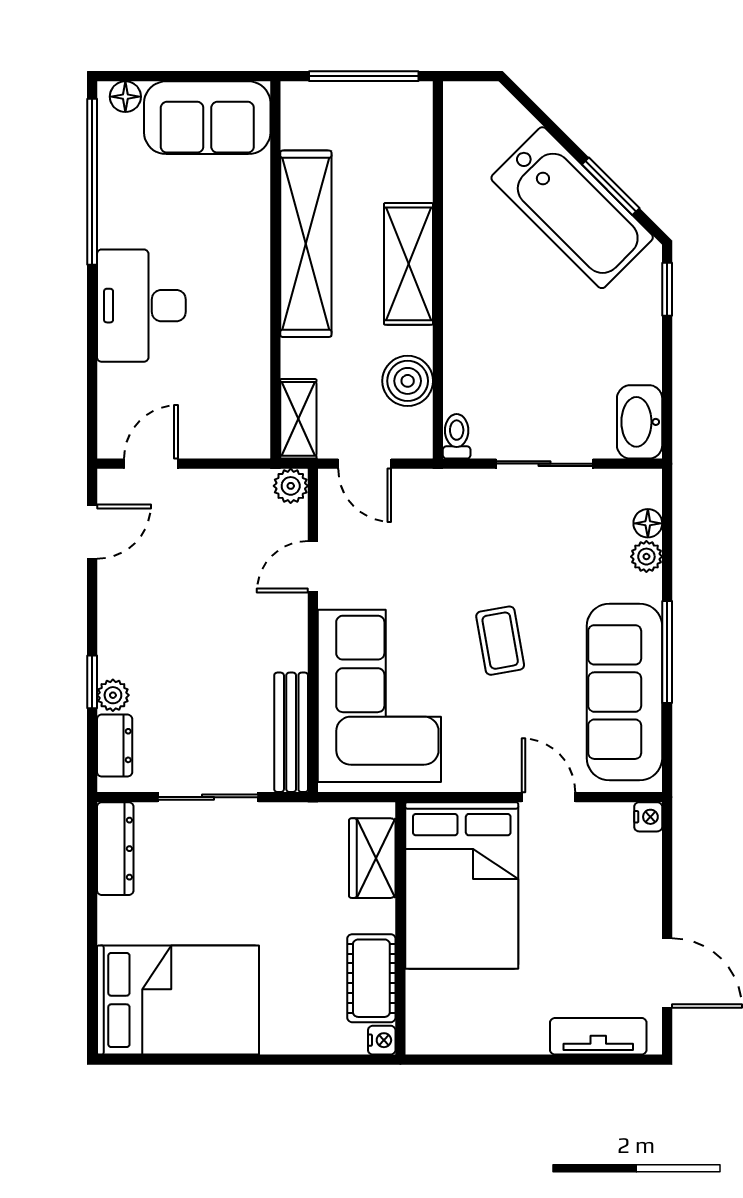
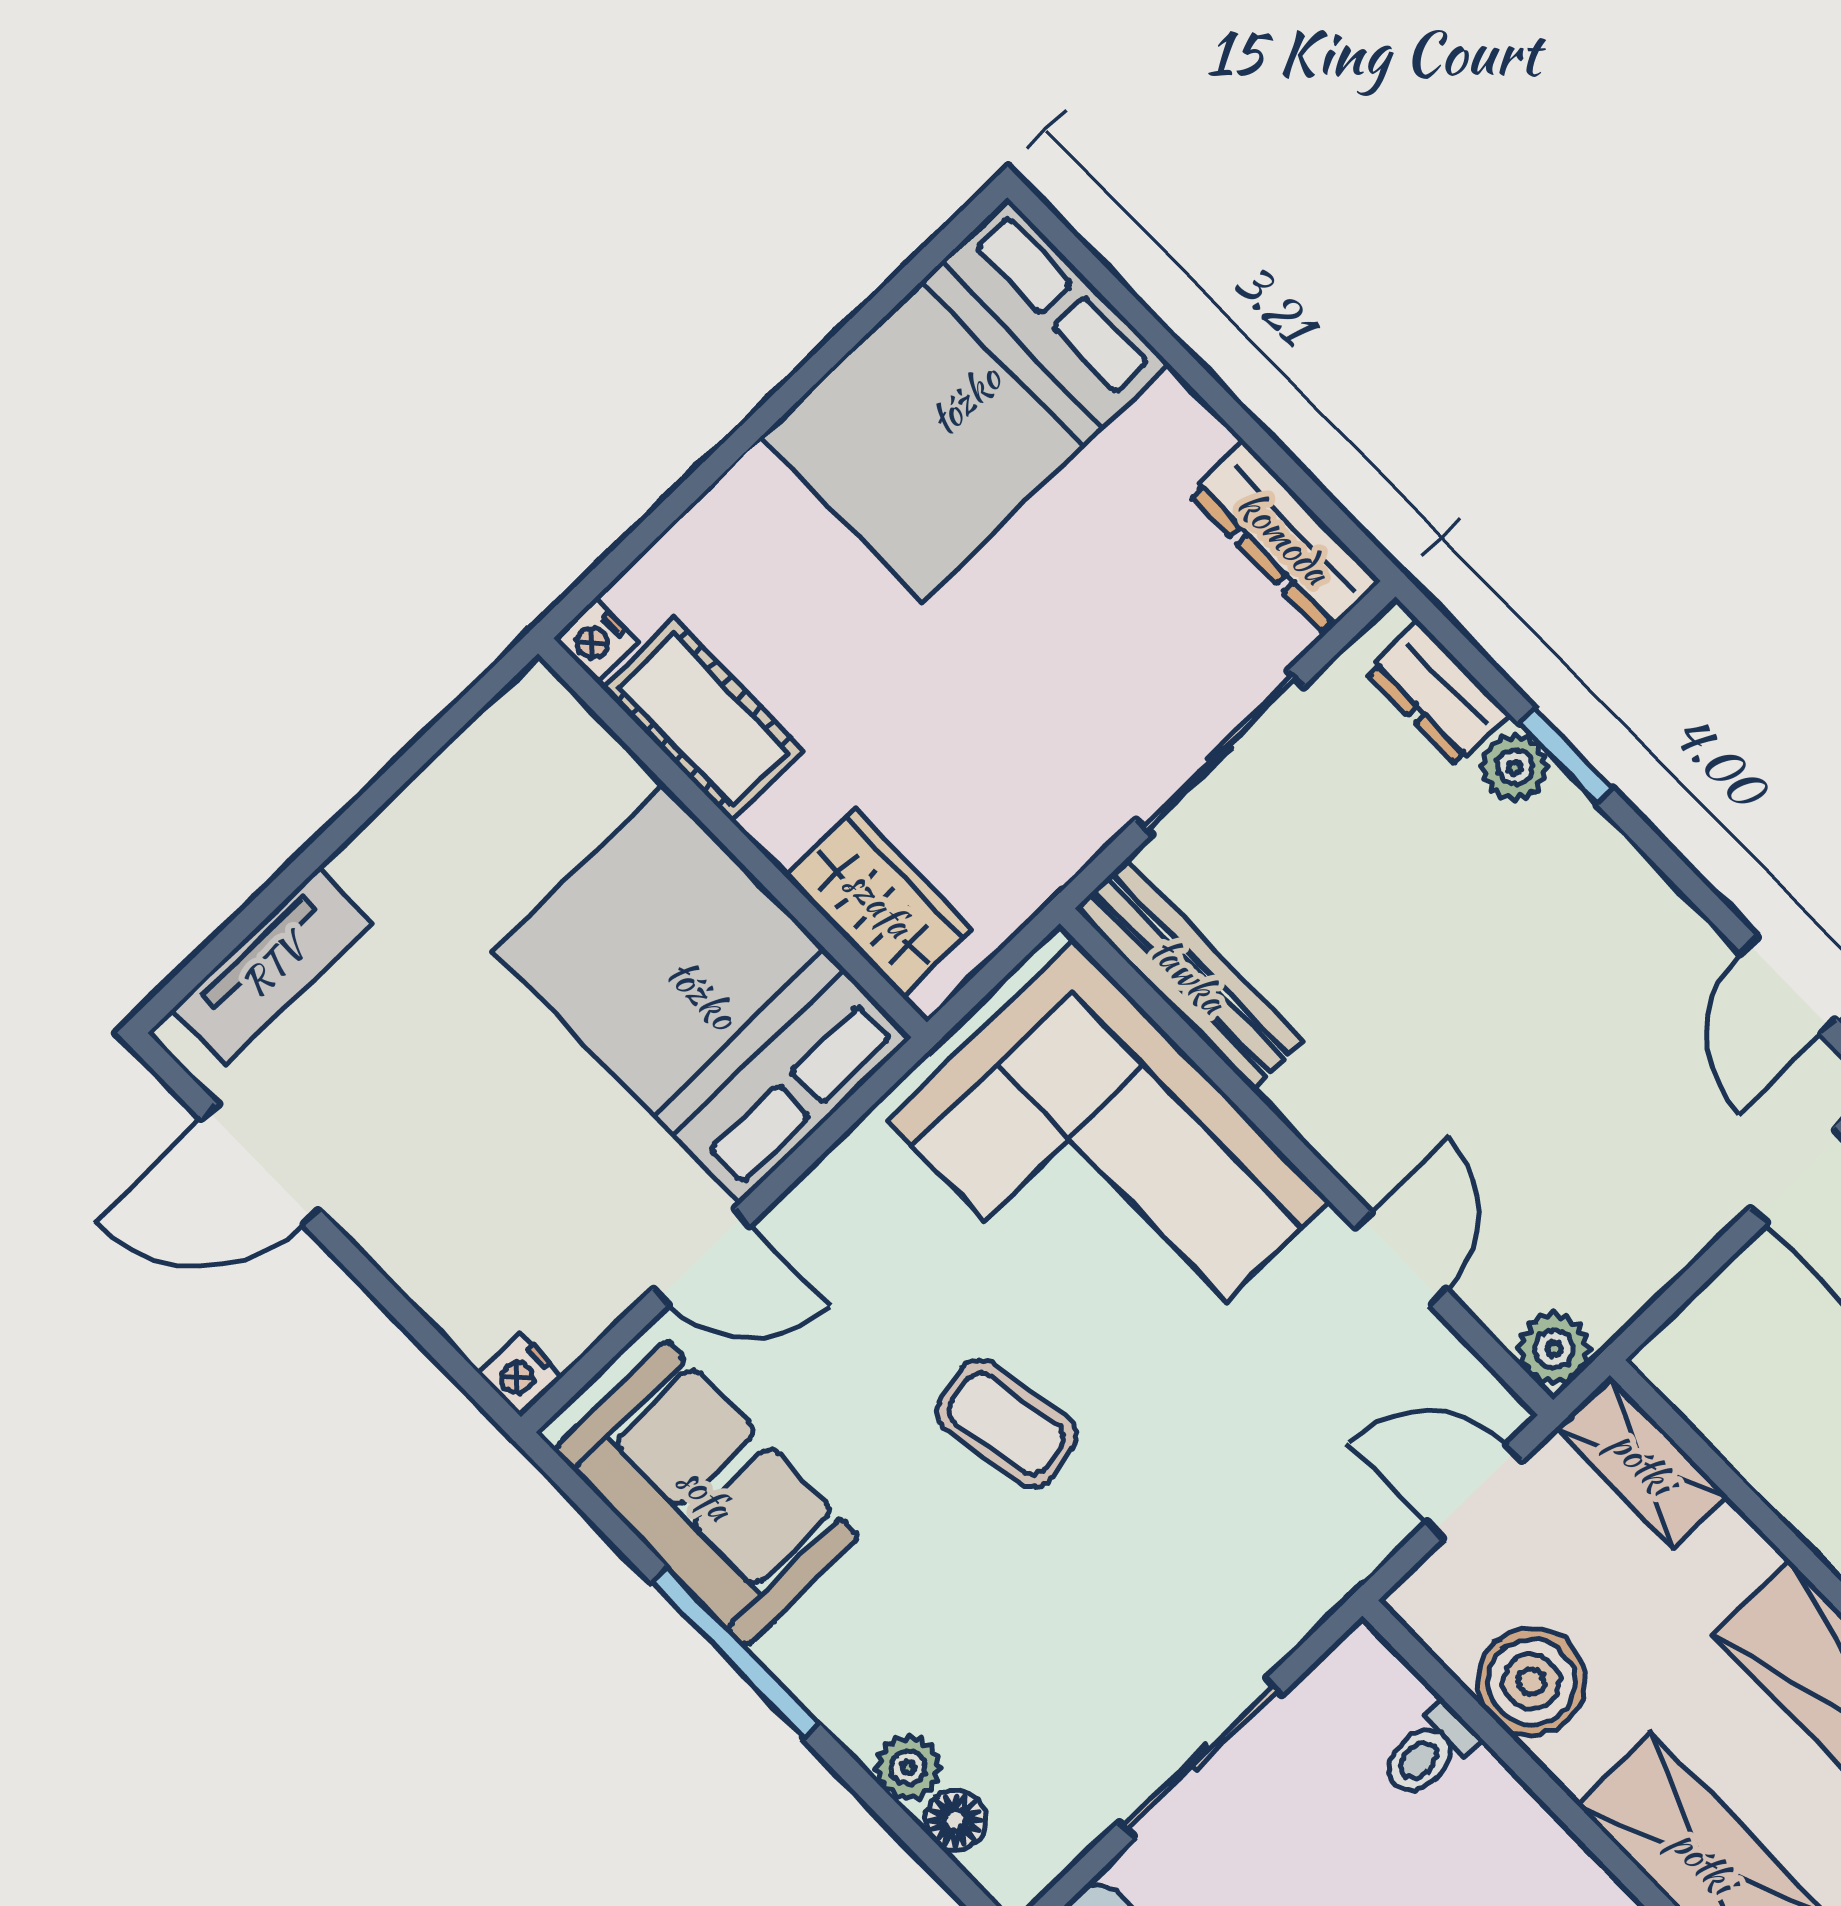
toilet: (457, 436) -> (1428, 1751), moved, turned 90
sofa: (624, 692) -> (706, 1493), width x0.73

